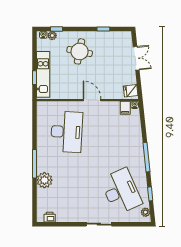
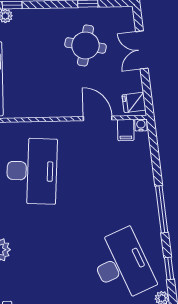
round table: (80, 51) -> (85, 45), moved
double door: (136, 58) -> (142, 50), swing flipped
door: (92, 100) -> (98, 118), moved

